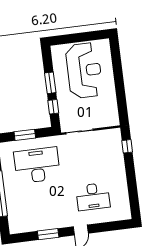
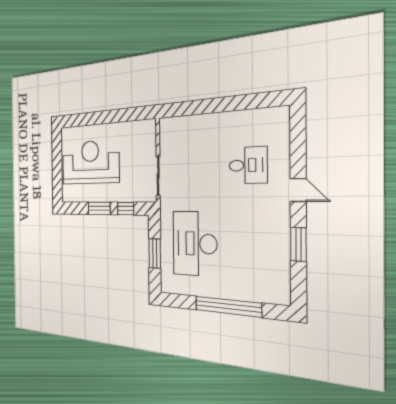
window: (127, 146) -> (184, 109), removed
desk: (93, 197) -> (248, 165), width x0.73

